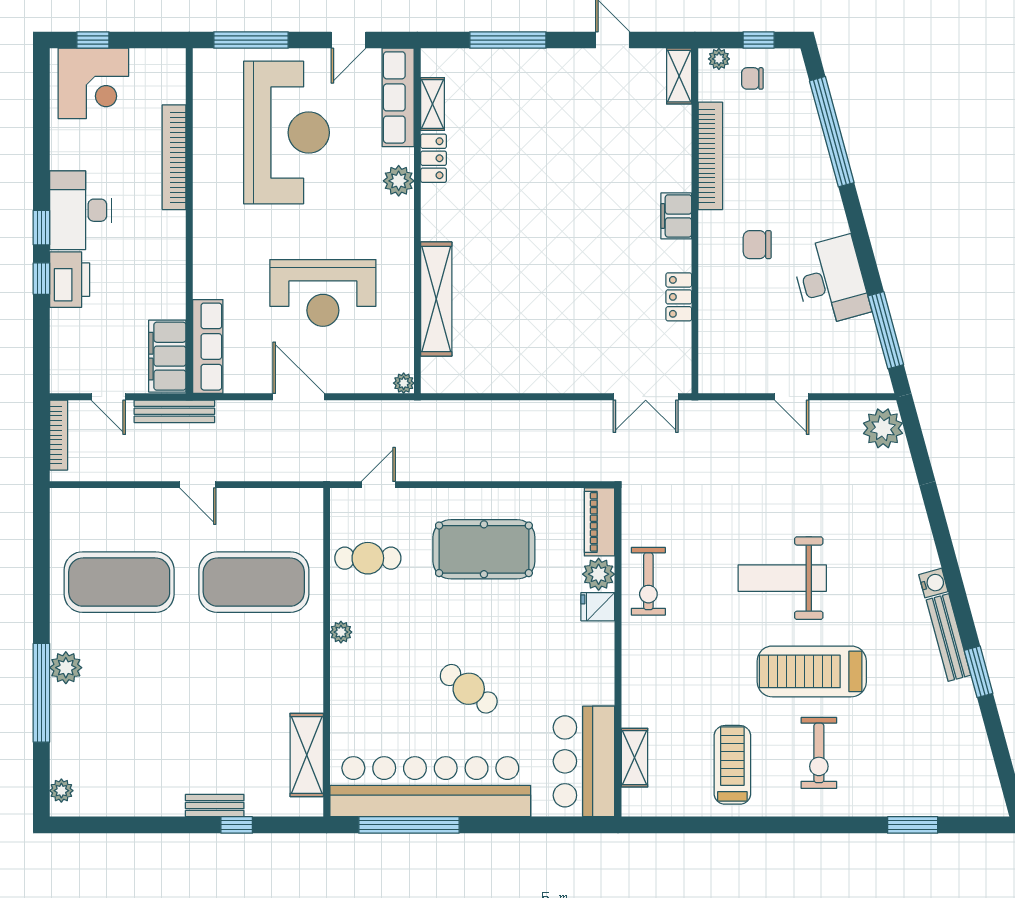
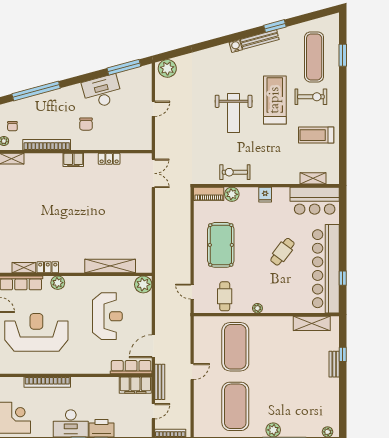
plant: (404, 383) -> (143, 284), width x1.87, depth x1.87
door: (299, 397) -> (153, 346), moved
exercise bike: (648, 581) -> (235, 172), turned 180
fridge: (598, 607) -> (265, 195), moved
treadmill: (812, 671) -> (275, 100), turned 180
exercise mat: (909, 760) -> (314, 57), added
window: (409, 825) -> (343, 278), width x0.32

